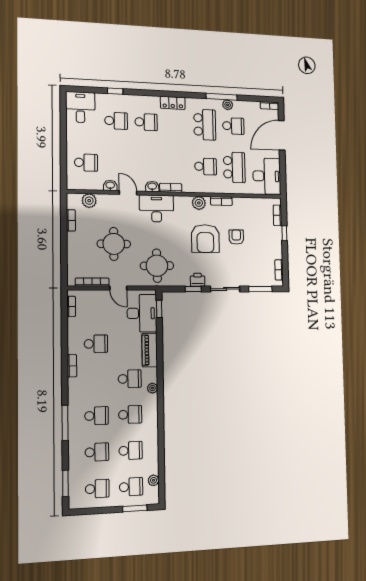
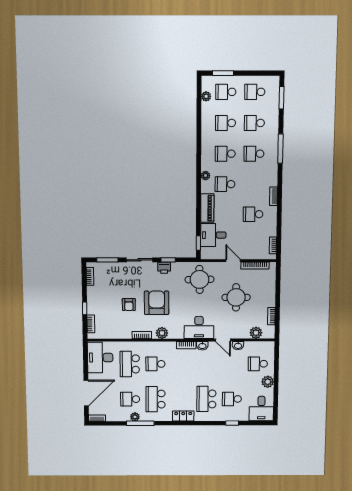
school desk: (146, 122) -> (206, 399), width x1.85
plant: (73, 140) -> (268, 382), added
desk: (142, 313) -> (213, 235), width x0.73

